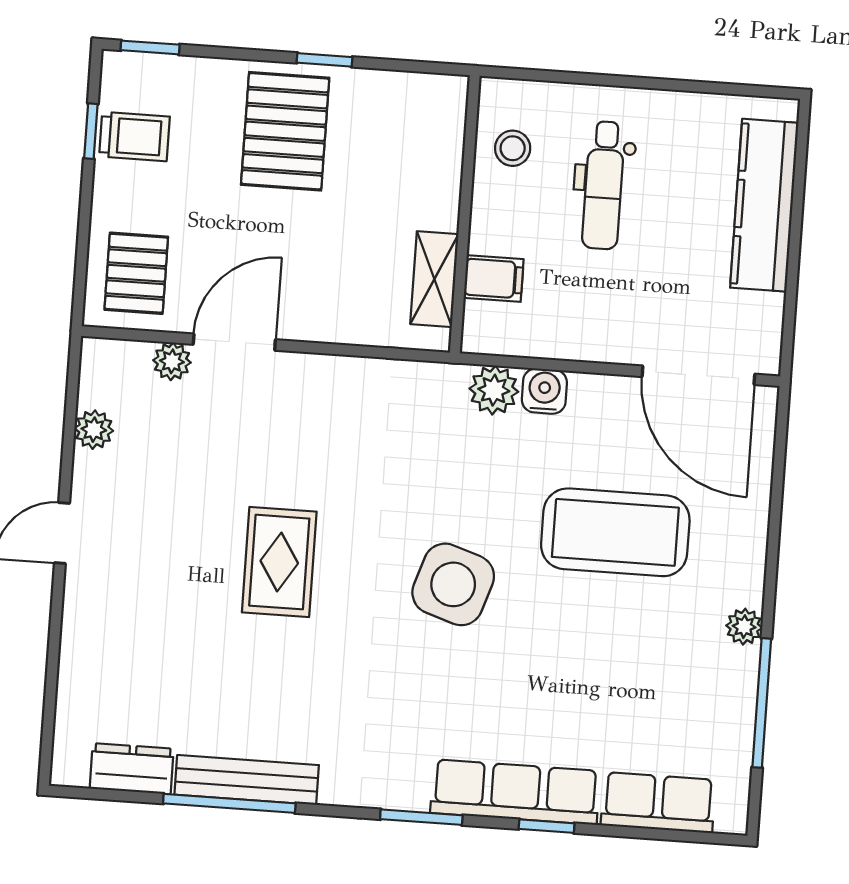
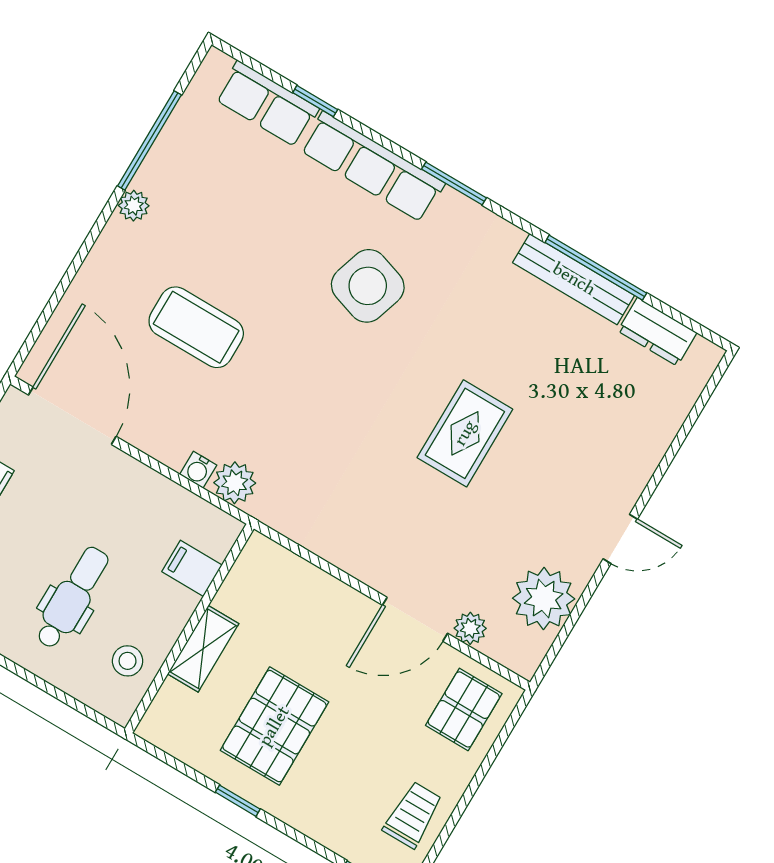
window: (91, 131) -> (444, 836), removed
pallet: (285, 131) -> (274, 726), moved
trolley: (134, 137) -> (413, 815), turned 90
shelving: (434, 279) -> (203, 649), moved
water cooler: (544, 391) -> (198, 470), width x0.72, depth x0.72
plant: (94, 430) -> (544, 599), width x1.88, depth x1.88
coffee table: (615, 532) -> (196, 327), width x0.73, depth x0.76
side table: (453, 584) -> (368, 286), moved
window: (547, 826) -> (315, 101), moved

